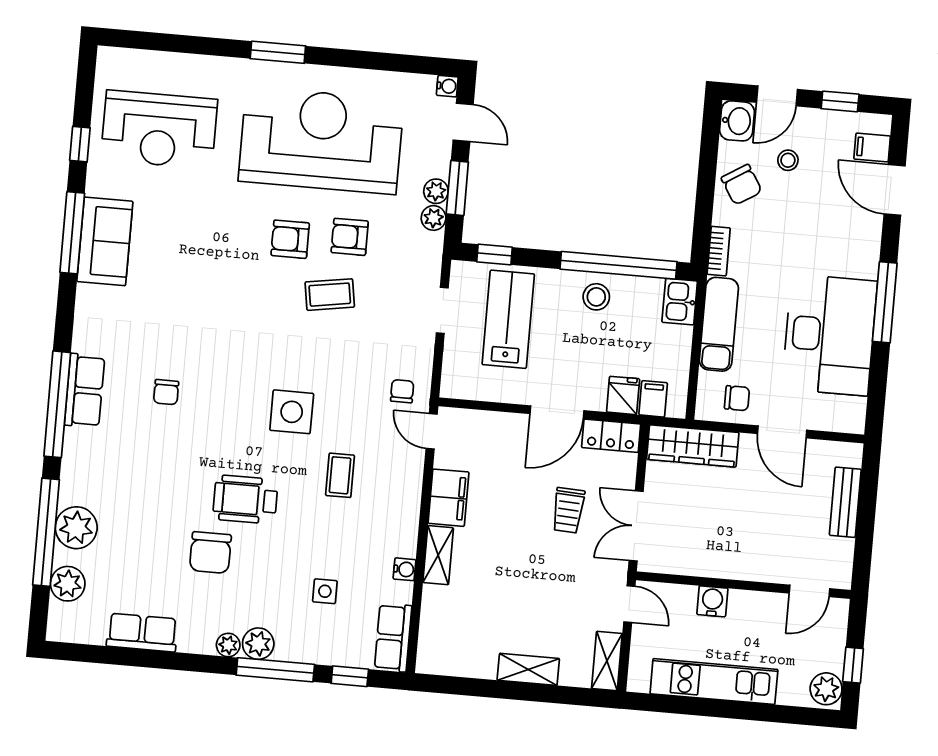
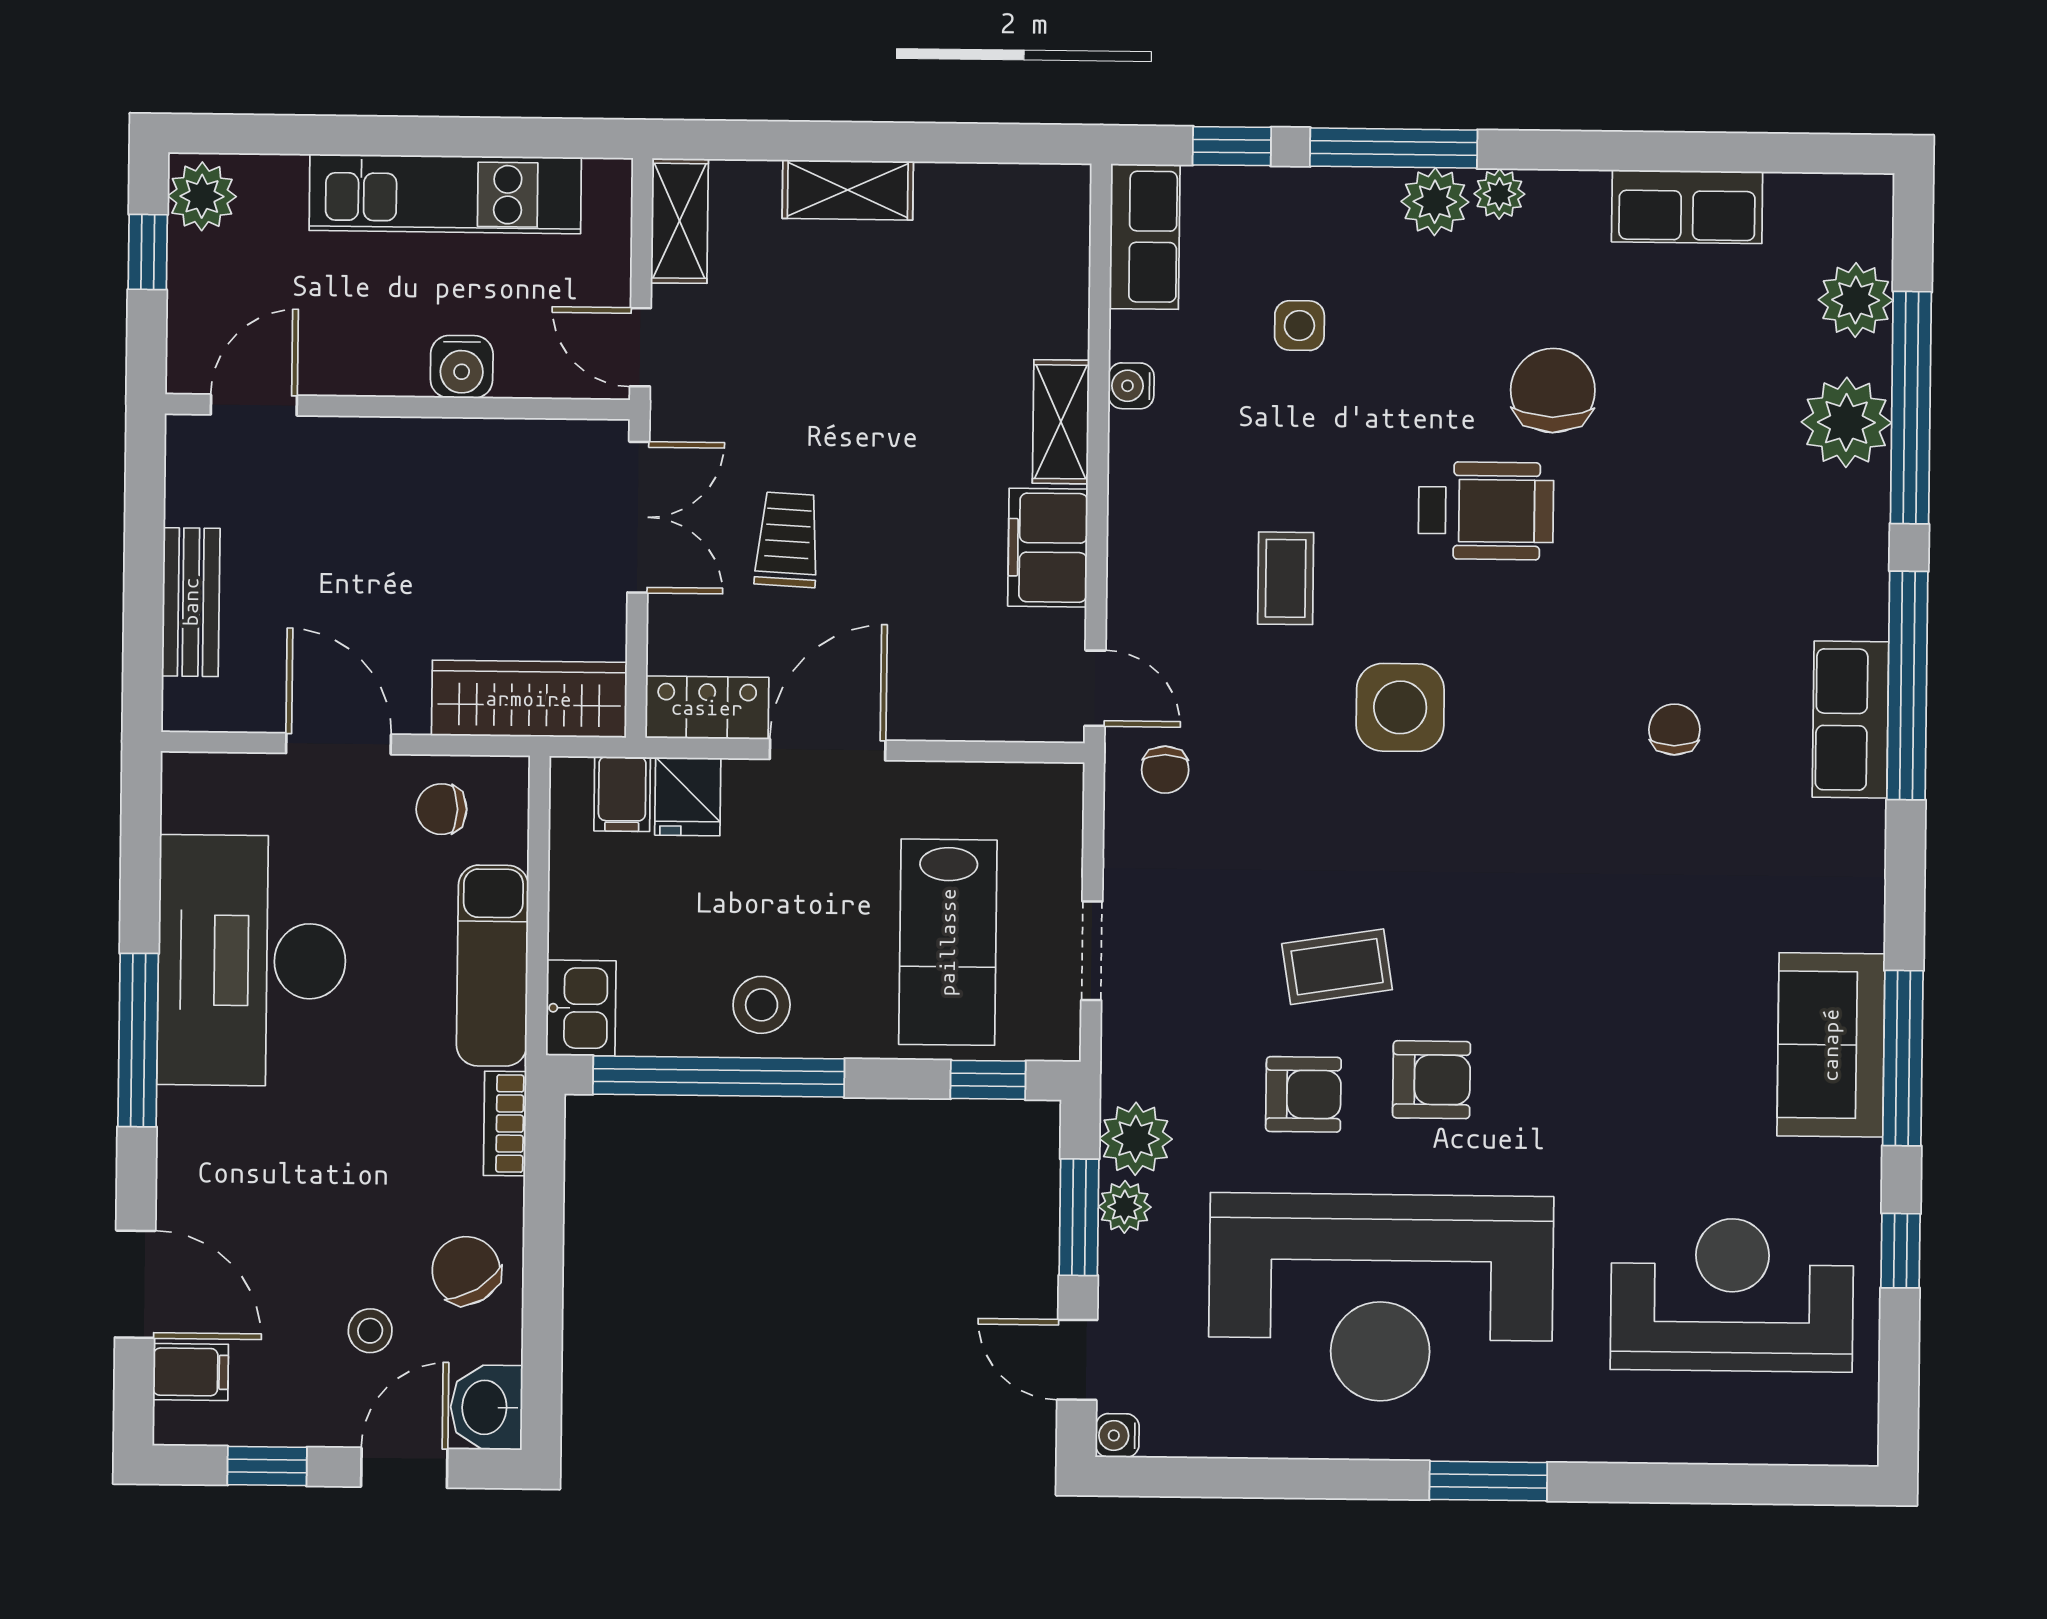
plant: (434, 218) -> (1136, 1139), width x1.38, depth x1.38

